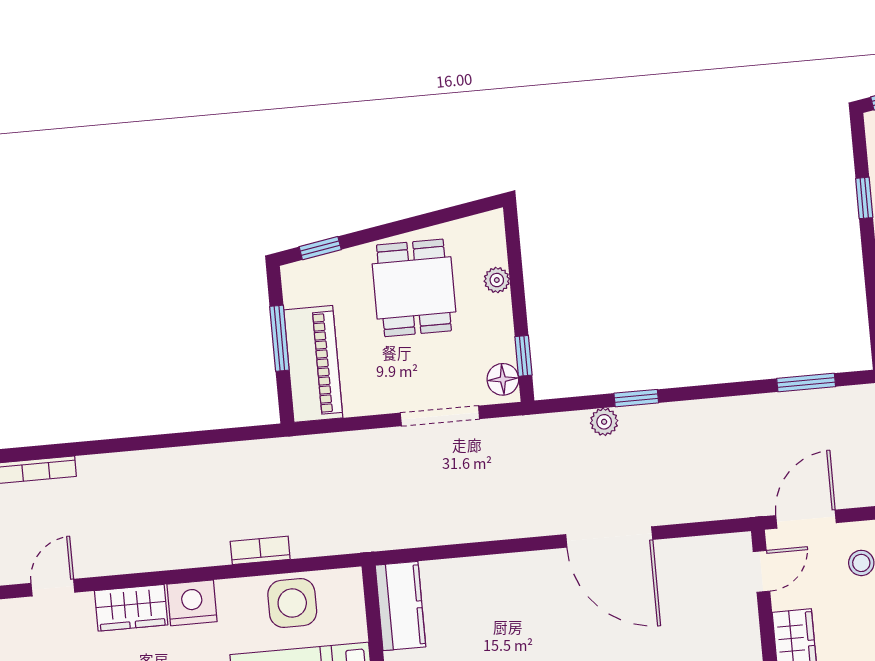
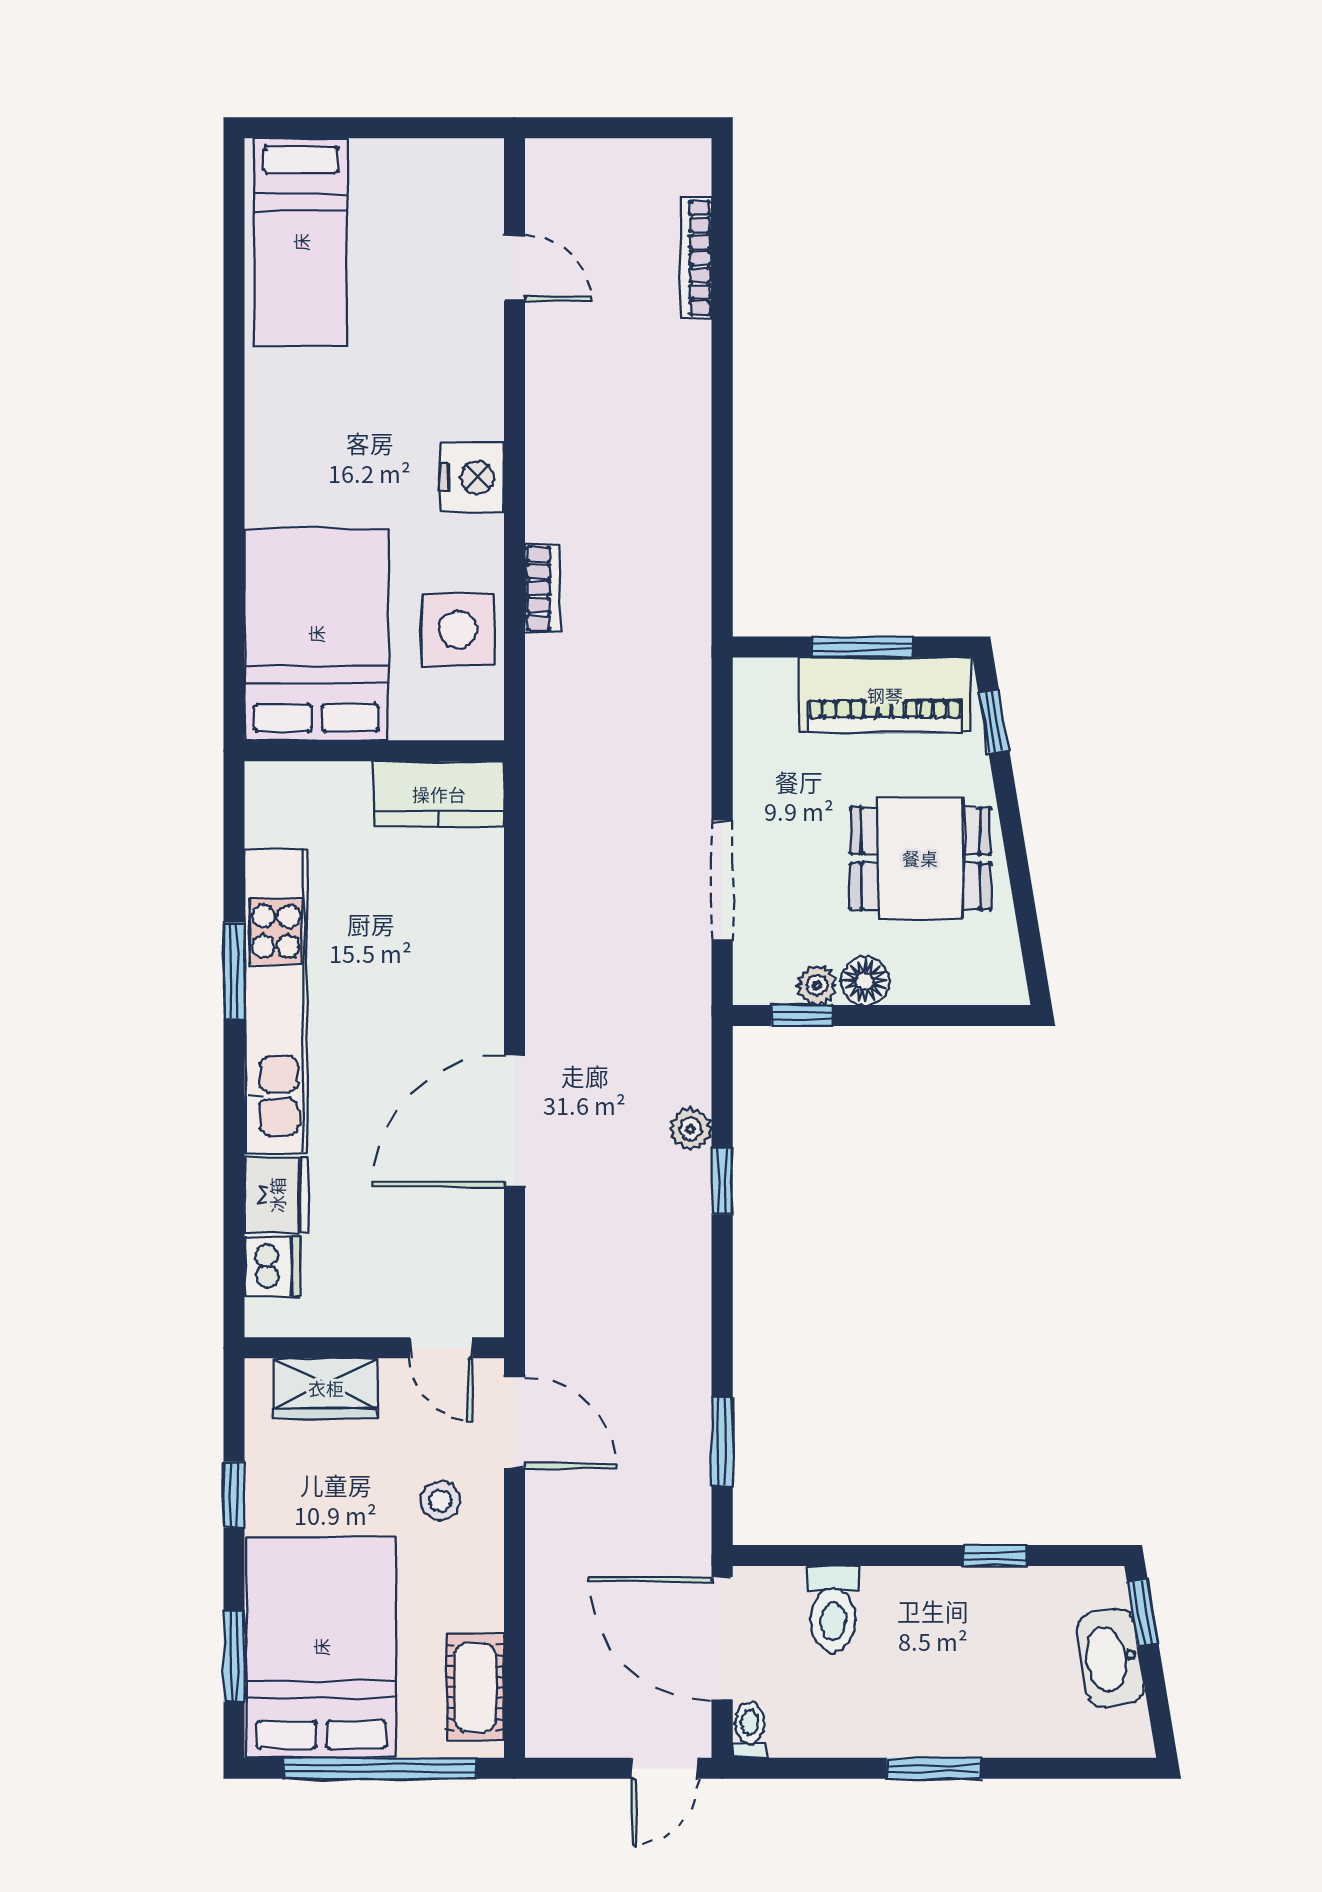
plant: (497, 280) -> (817, 985), moved
piano: (313, 364) -> (885, 695), moved
floor lamp: (503, 379) -> (865, 981), moved
wardrobe: (131, 608) -> (473, 384), removed

